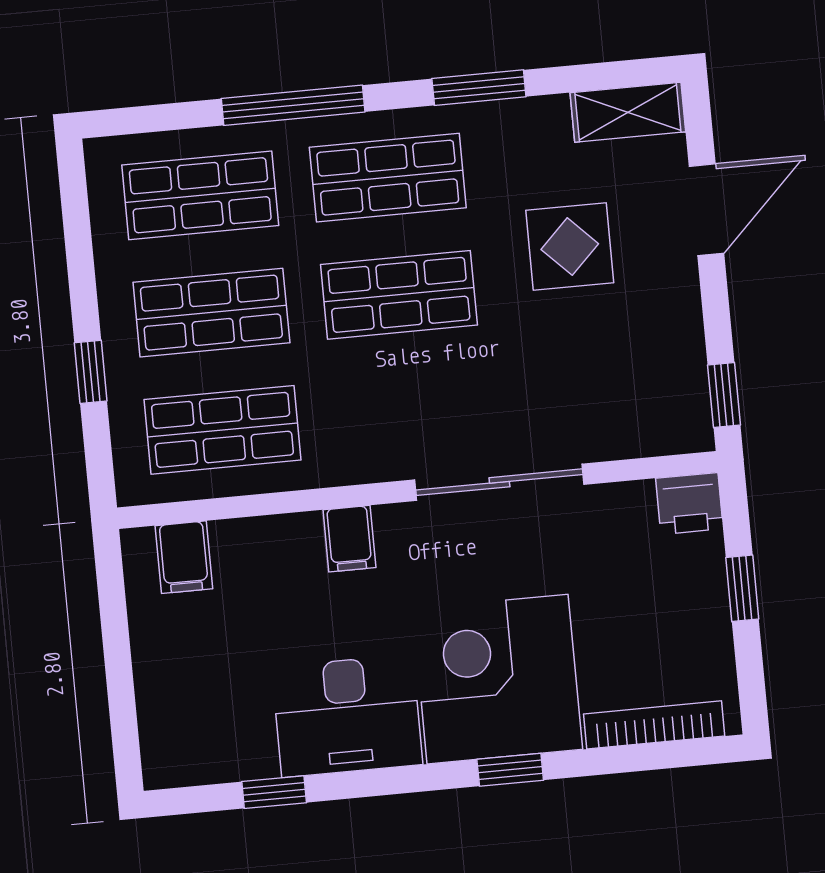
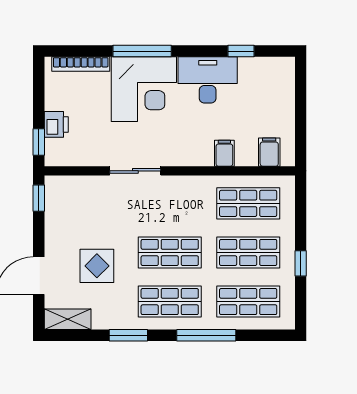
window: (91, 372) -> (301, 263), moved
sliding door: (499, 482) -> (135, 171), width x0.73
printer: (689, 504) -> (56, 124), moved, turned 90
filing cabinet: (349, 539) -> (224, 153), moved
window: (742, 588) -> (39, 142), moved
window: (510, 770) -> (142, 51), width x2.17

